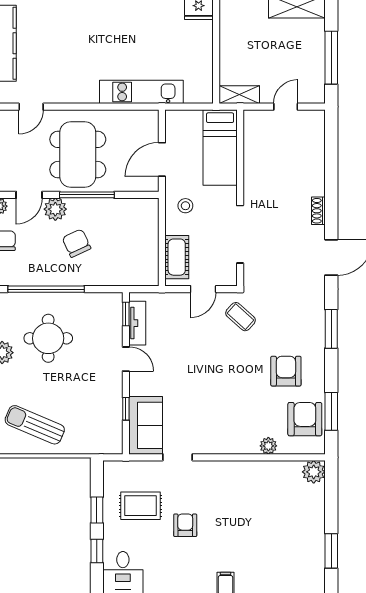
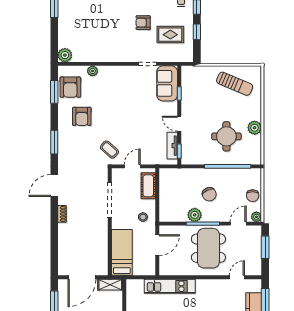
door: (286, 107) -> (82, 277), width x1.87
plant: (55, 209) -> (195, 215), moved
armchair: (185, 525) -> (143, 23), turned 90

